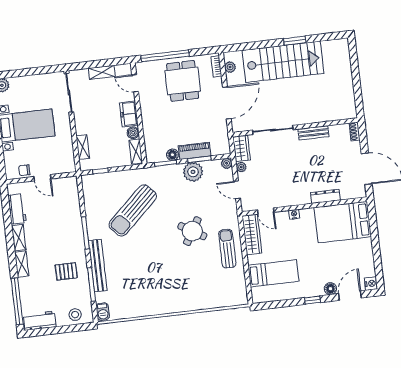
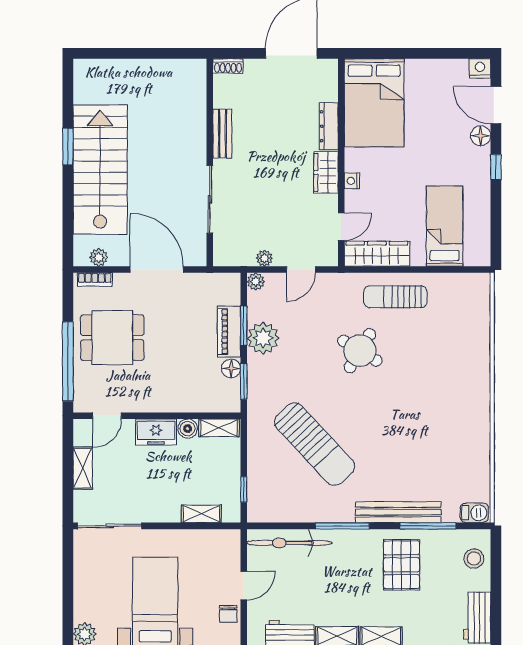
wardrobe: (241, 148) -> (326, 172), moved, turned -90
bicycle: (71, 202) -> (289, 543), added
pallet: (66, 271) -> (402, 565), width x1.50, depth x1.42

